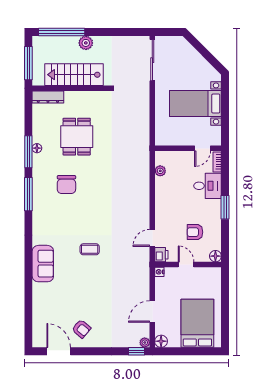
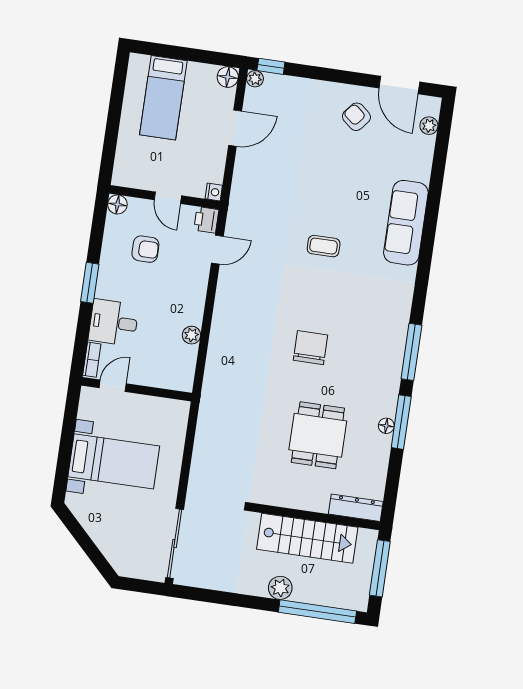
plant: (160, 171) -> (191, 335), moved
chair: (66, 185) -> (310, 348), moved
sofa: (43, 264) -> (406, 223), width x1.36
bed: (197, 323) -> (163, 98), width x0.67
plant: (38, 330) -> (429, 126), added

